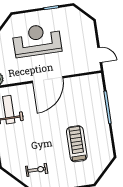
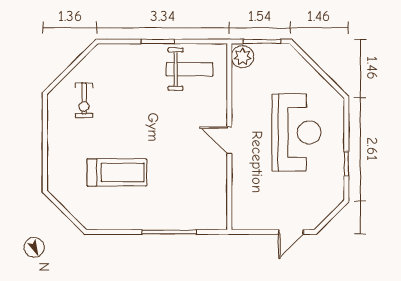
door: (100, 55) -> (291, 232), moved
door: (48, 80) -> (229, 140), width x0.53

